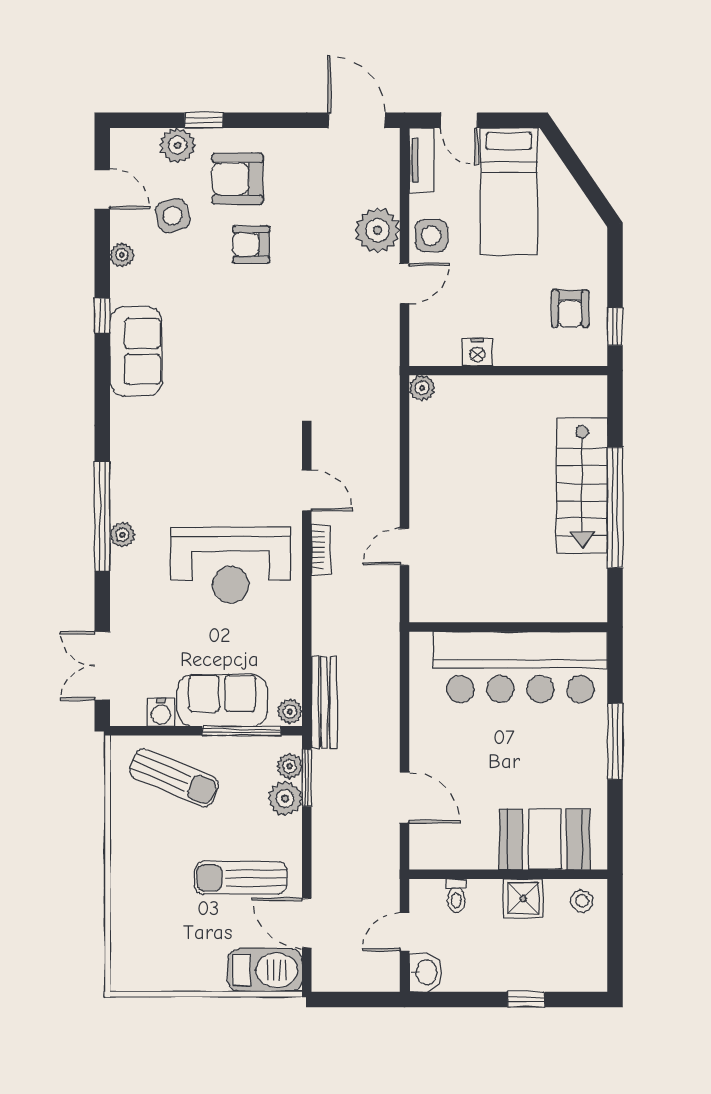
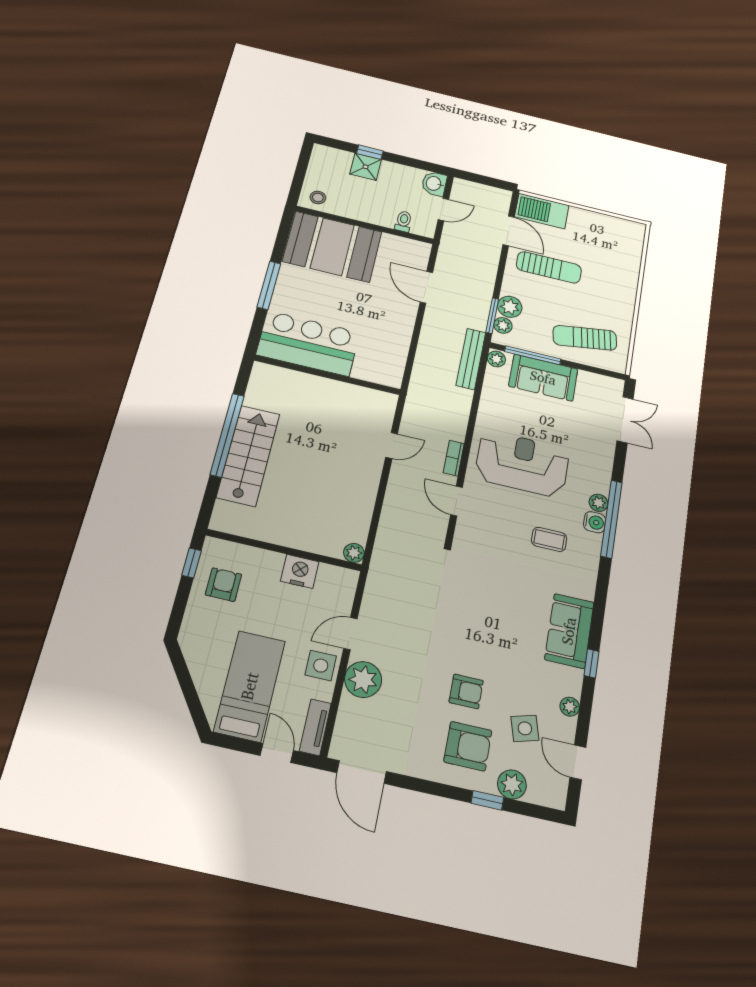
nightstand: (477, 352) -> (300, 571), width x1.36, depth x1.33
coffee table: (179, 467) -> (549, 539), added
bar counter: (520, 667) -> (308, 343), width x0.73
water cooler: (161, 712) -> (595, 522), moved, turned 90
sun lounger: (174, 778) -> (585, 338), turned -32
booth: (545, 839) -> (332, 247), width x1.36, depth x1.42
shower: (523, 898) -> (366, 167), moved

